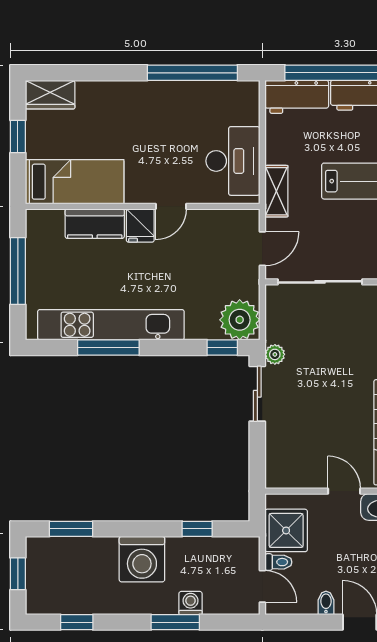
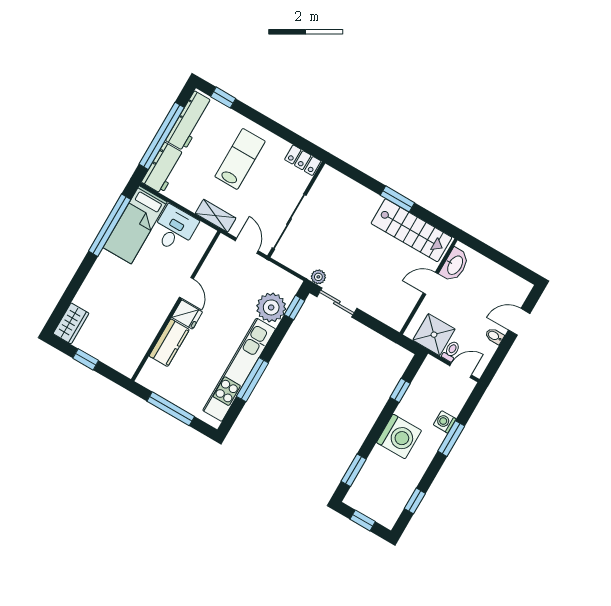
desk: (233, 161) -> (174, 229), width x0.73
bed: (75, 182) -> (135, 225), moved, turned 180
plant: (240, 320) -> (271, 307), moved

